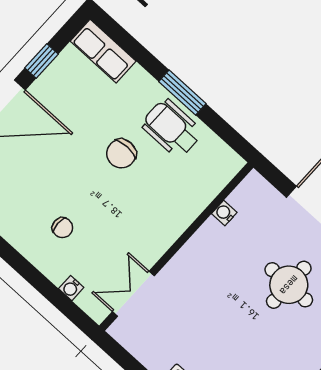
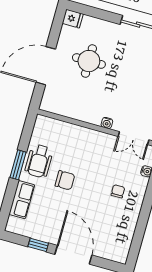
row of seats: (103, 51) -> (22, 200), moved
water cooler: (224, 213) -> (107, 123), moved

